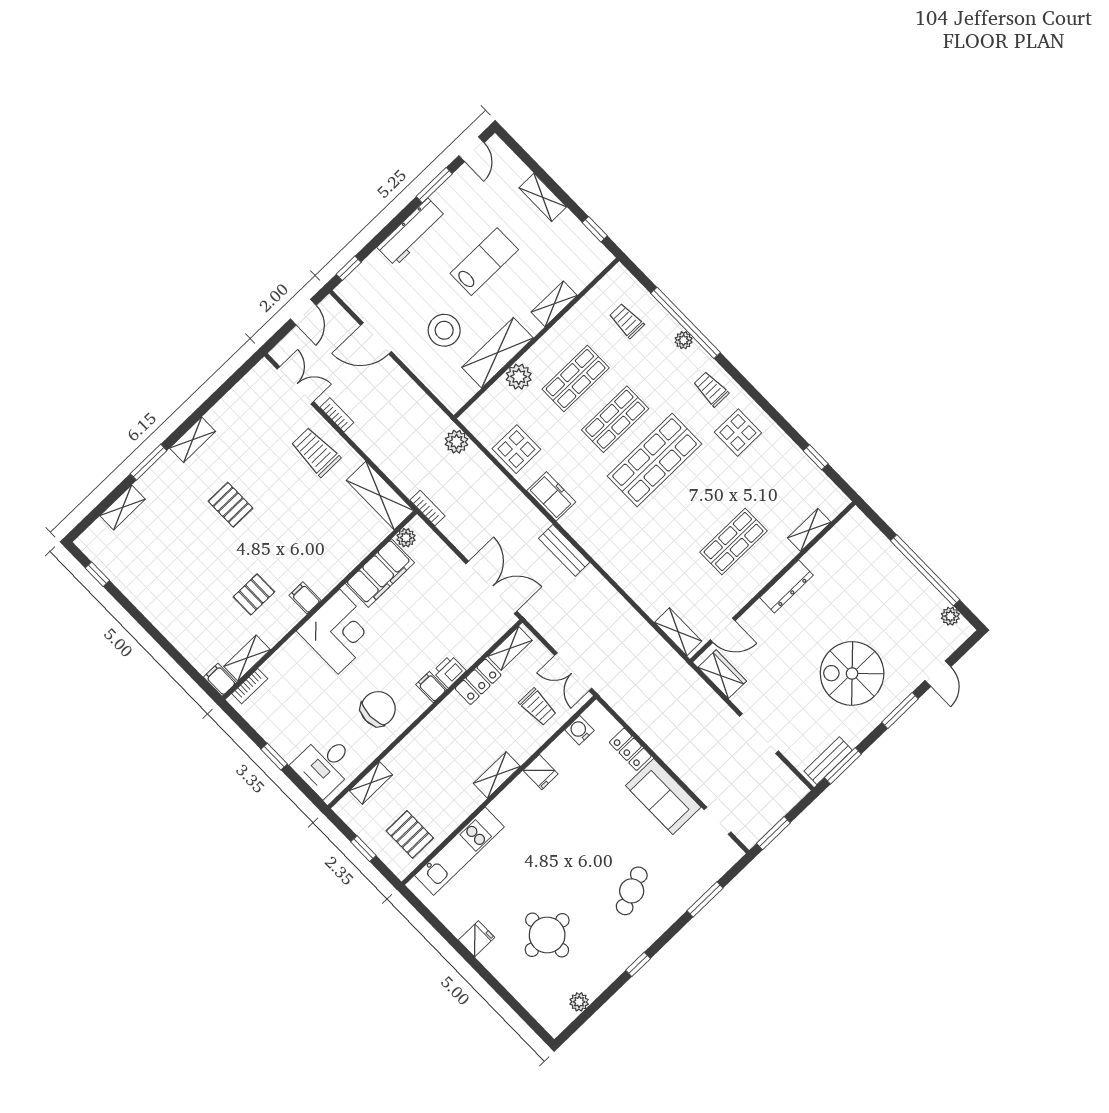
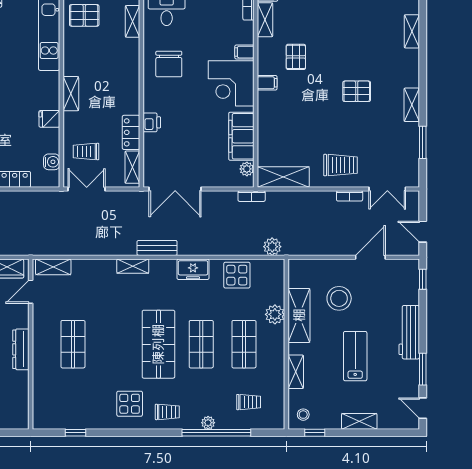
stool: (588, 257) -> (303, 415), added
lab bench: (484, 262) -> (355, 356), turned 180
window: (149, 462) -> (423, 142), moved
shelving: (809, 530) -> (133, 266), moved, turned 90
filing cabinet: (431, 687) -> (244, 52), moved, turned 180

